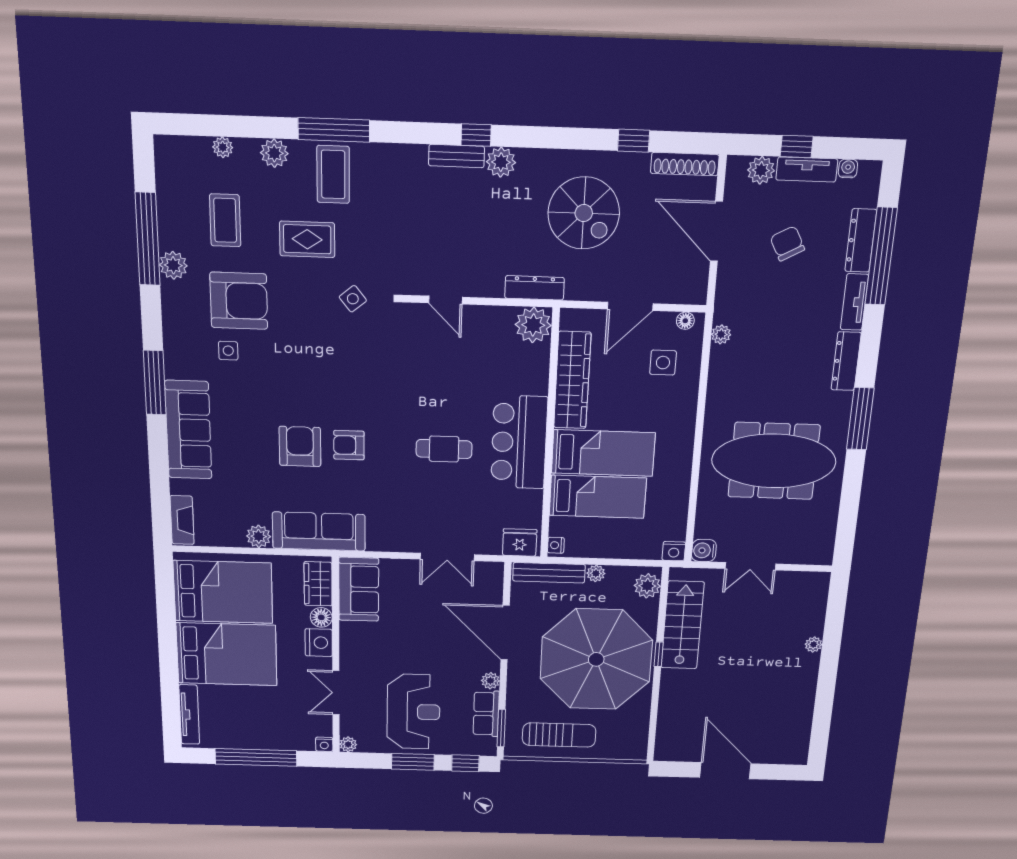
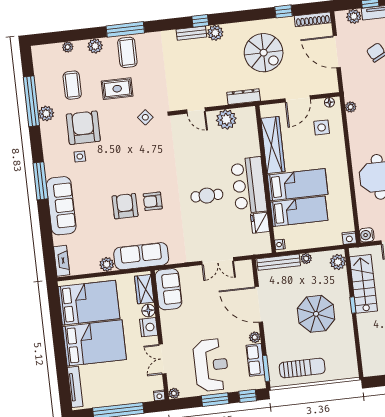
armchair: (239, 301) -> (83, 128), turned -90
plant: (533, 325) -> (226, 119), moved
fridge: (520, 542) -> (260, 223), moved, turned -90
parasol: (596, 659) -> (316, 314), width x0.54, depth x0.54

